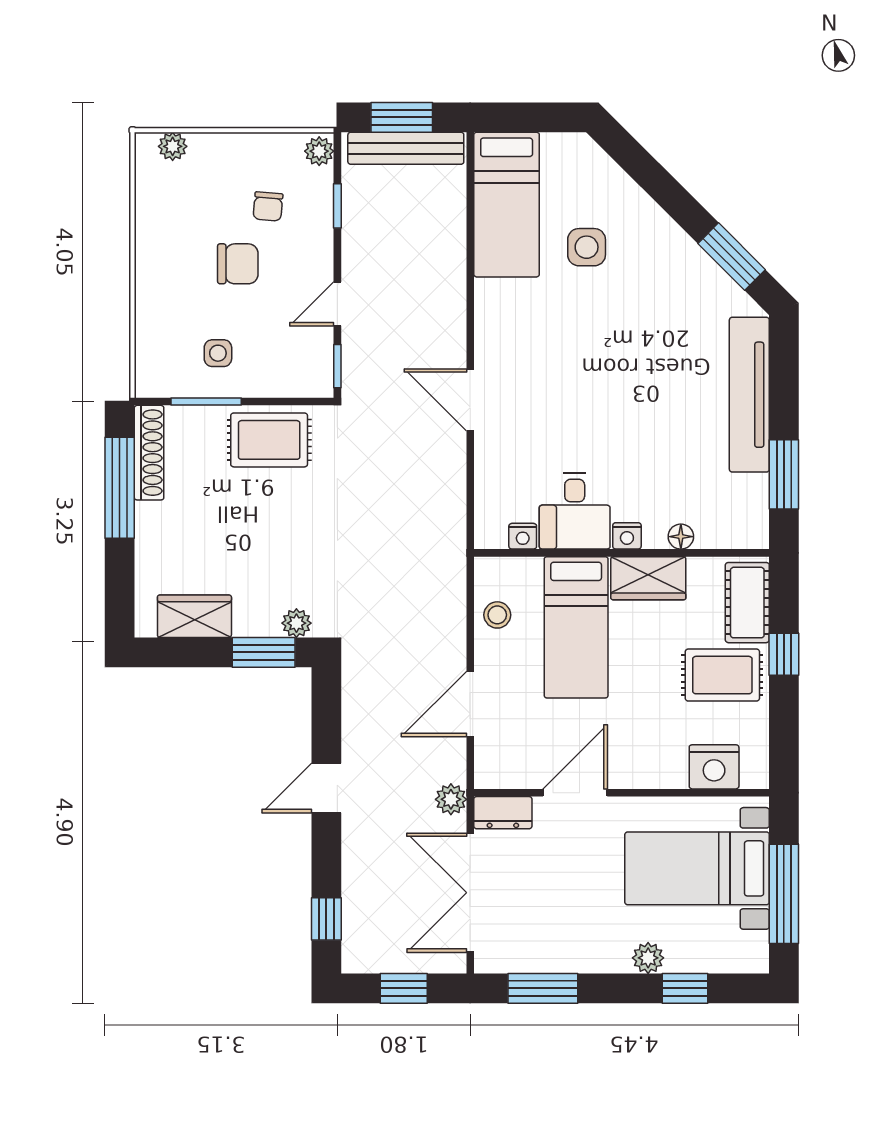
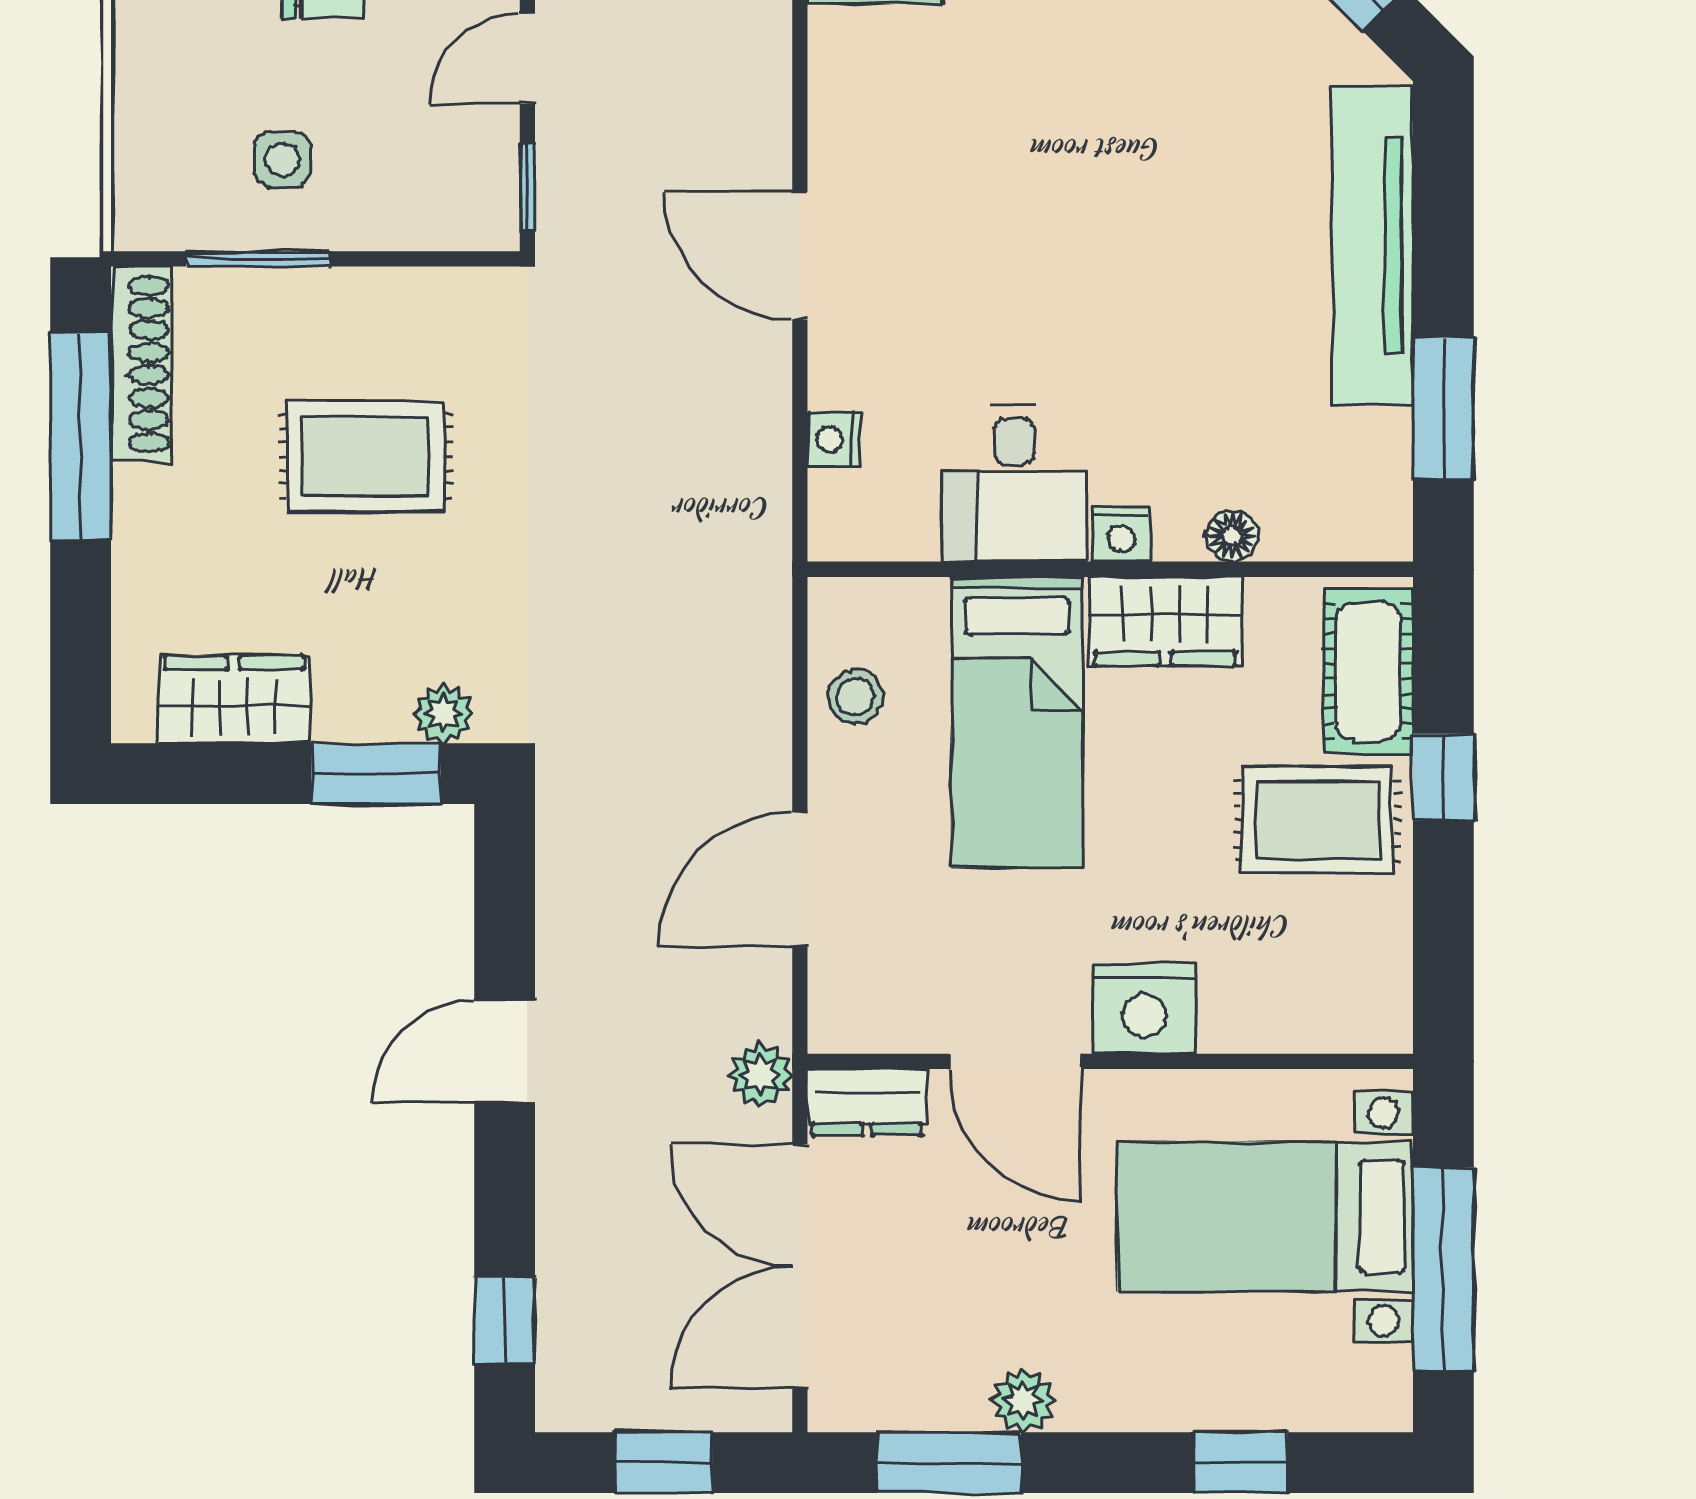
rug: (269, 440) -> (366, 456), moved
nightstand: (523, 536) -> (834, 439), moved, turned 90
nightstand: (714, 767) -> (1145, 1008), moved
door: (575, 793) -> (1015, 1061), swing flipped
plant: (648, 958) -> (1023, 1400), moved

